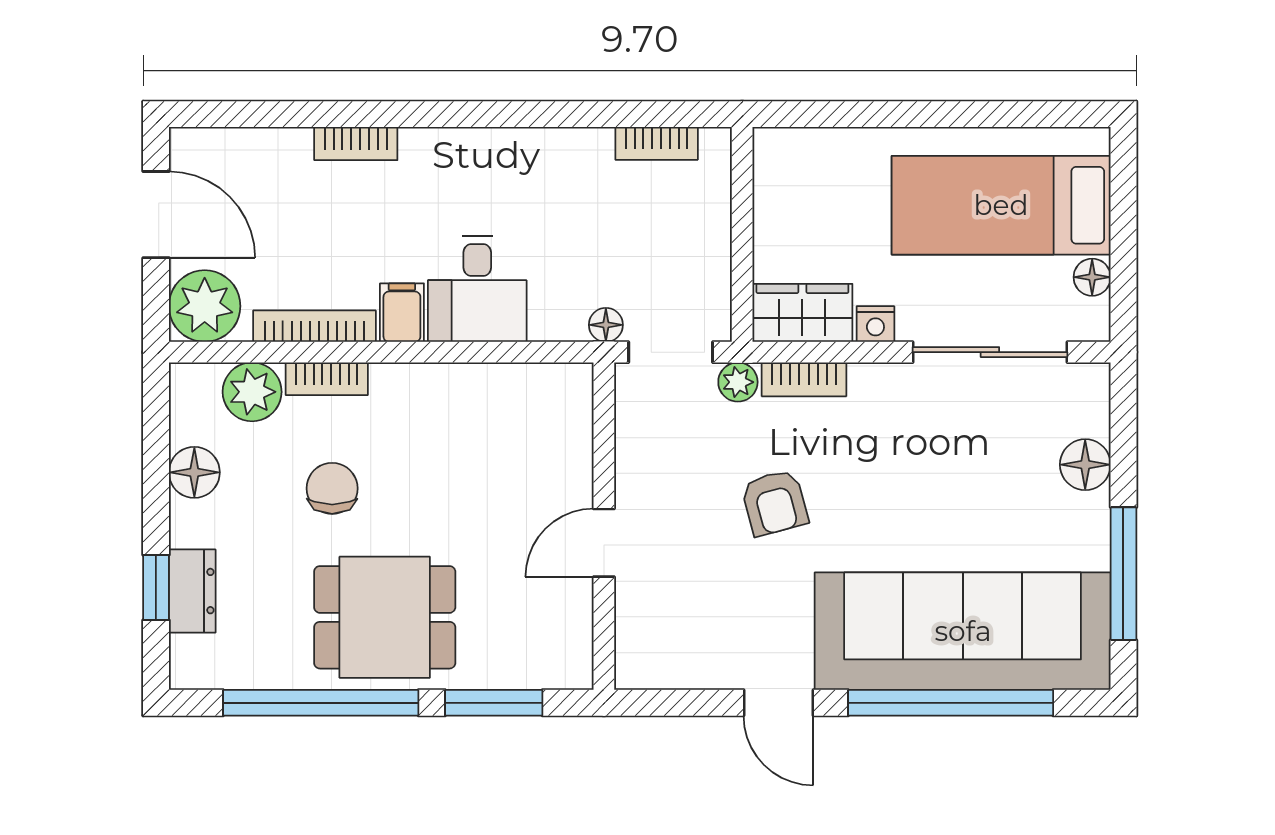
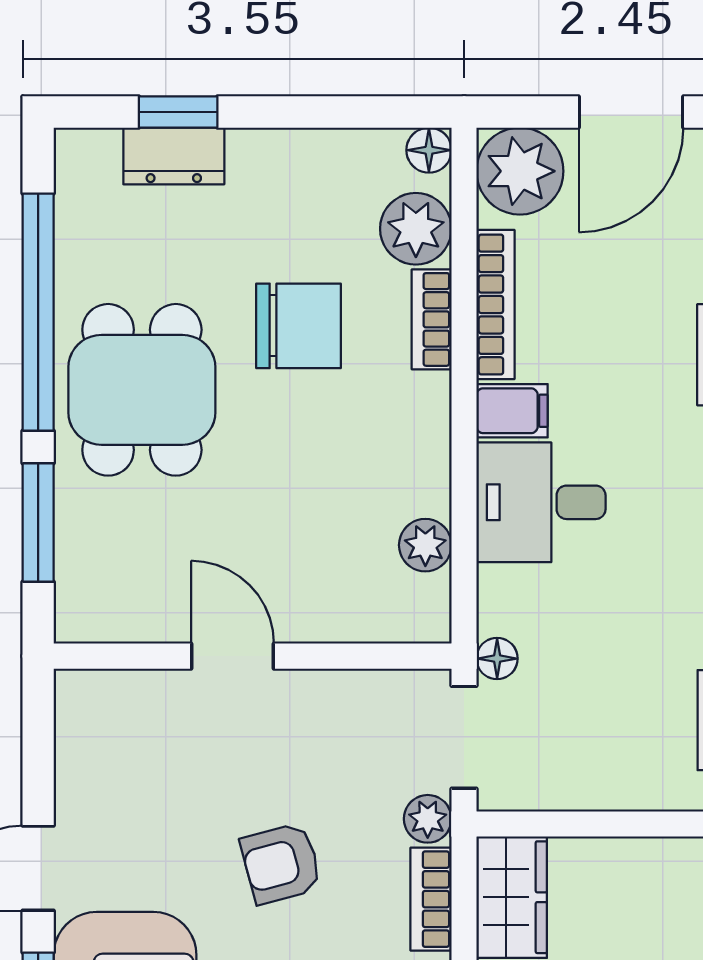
plant: (513, 384) -> (425, 545), added
floor lamp: (194, 472) -> (429, 150), moved, width x0.73, depth x0.73
chair: (332, 488) -> (299, 326), width x1.37, depth x1.37

